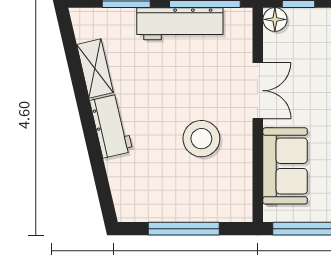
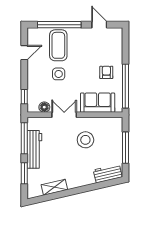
floor lamp: (275, 19) -> (44, 107), moved
workbench: (111, 126) -> (108, 174), moved

